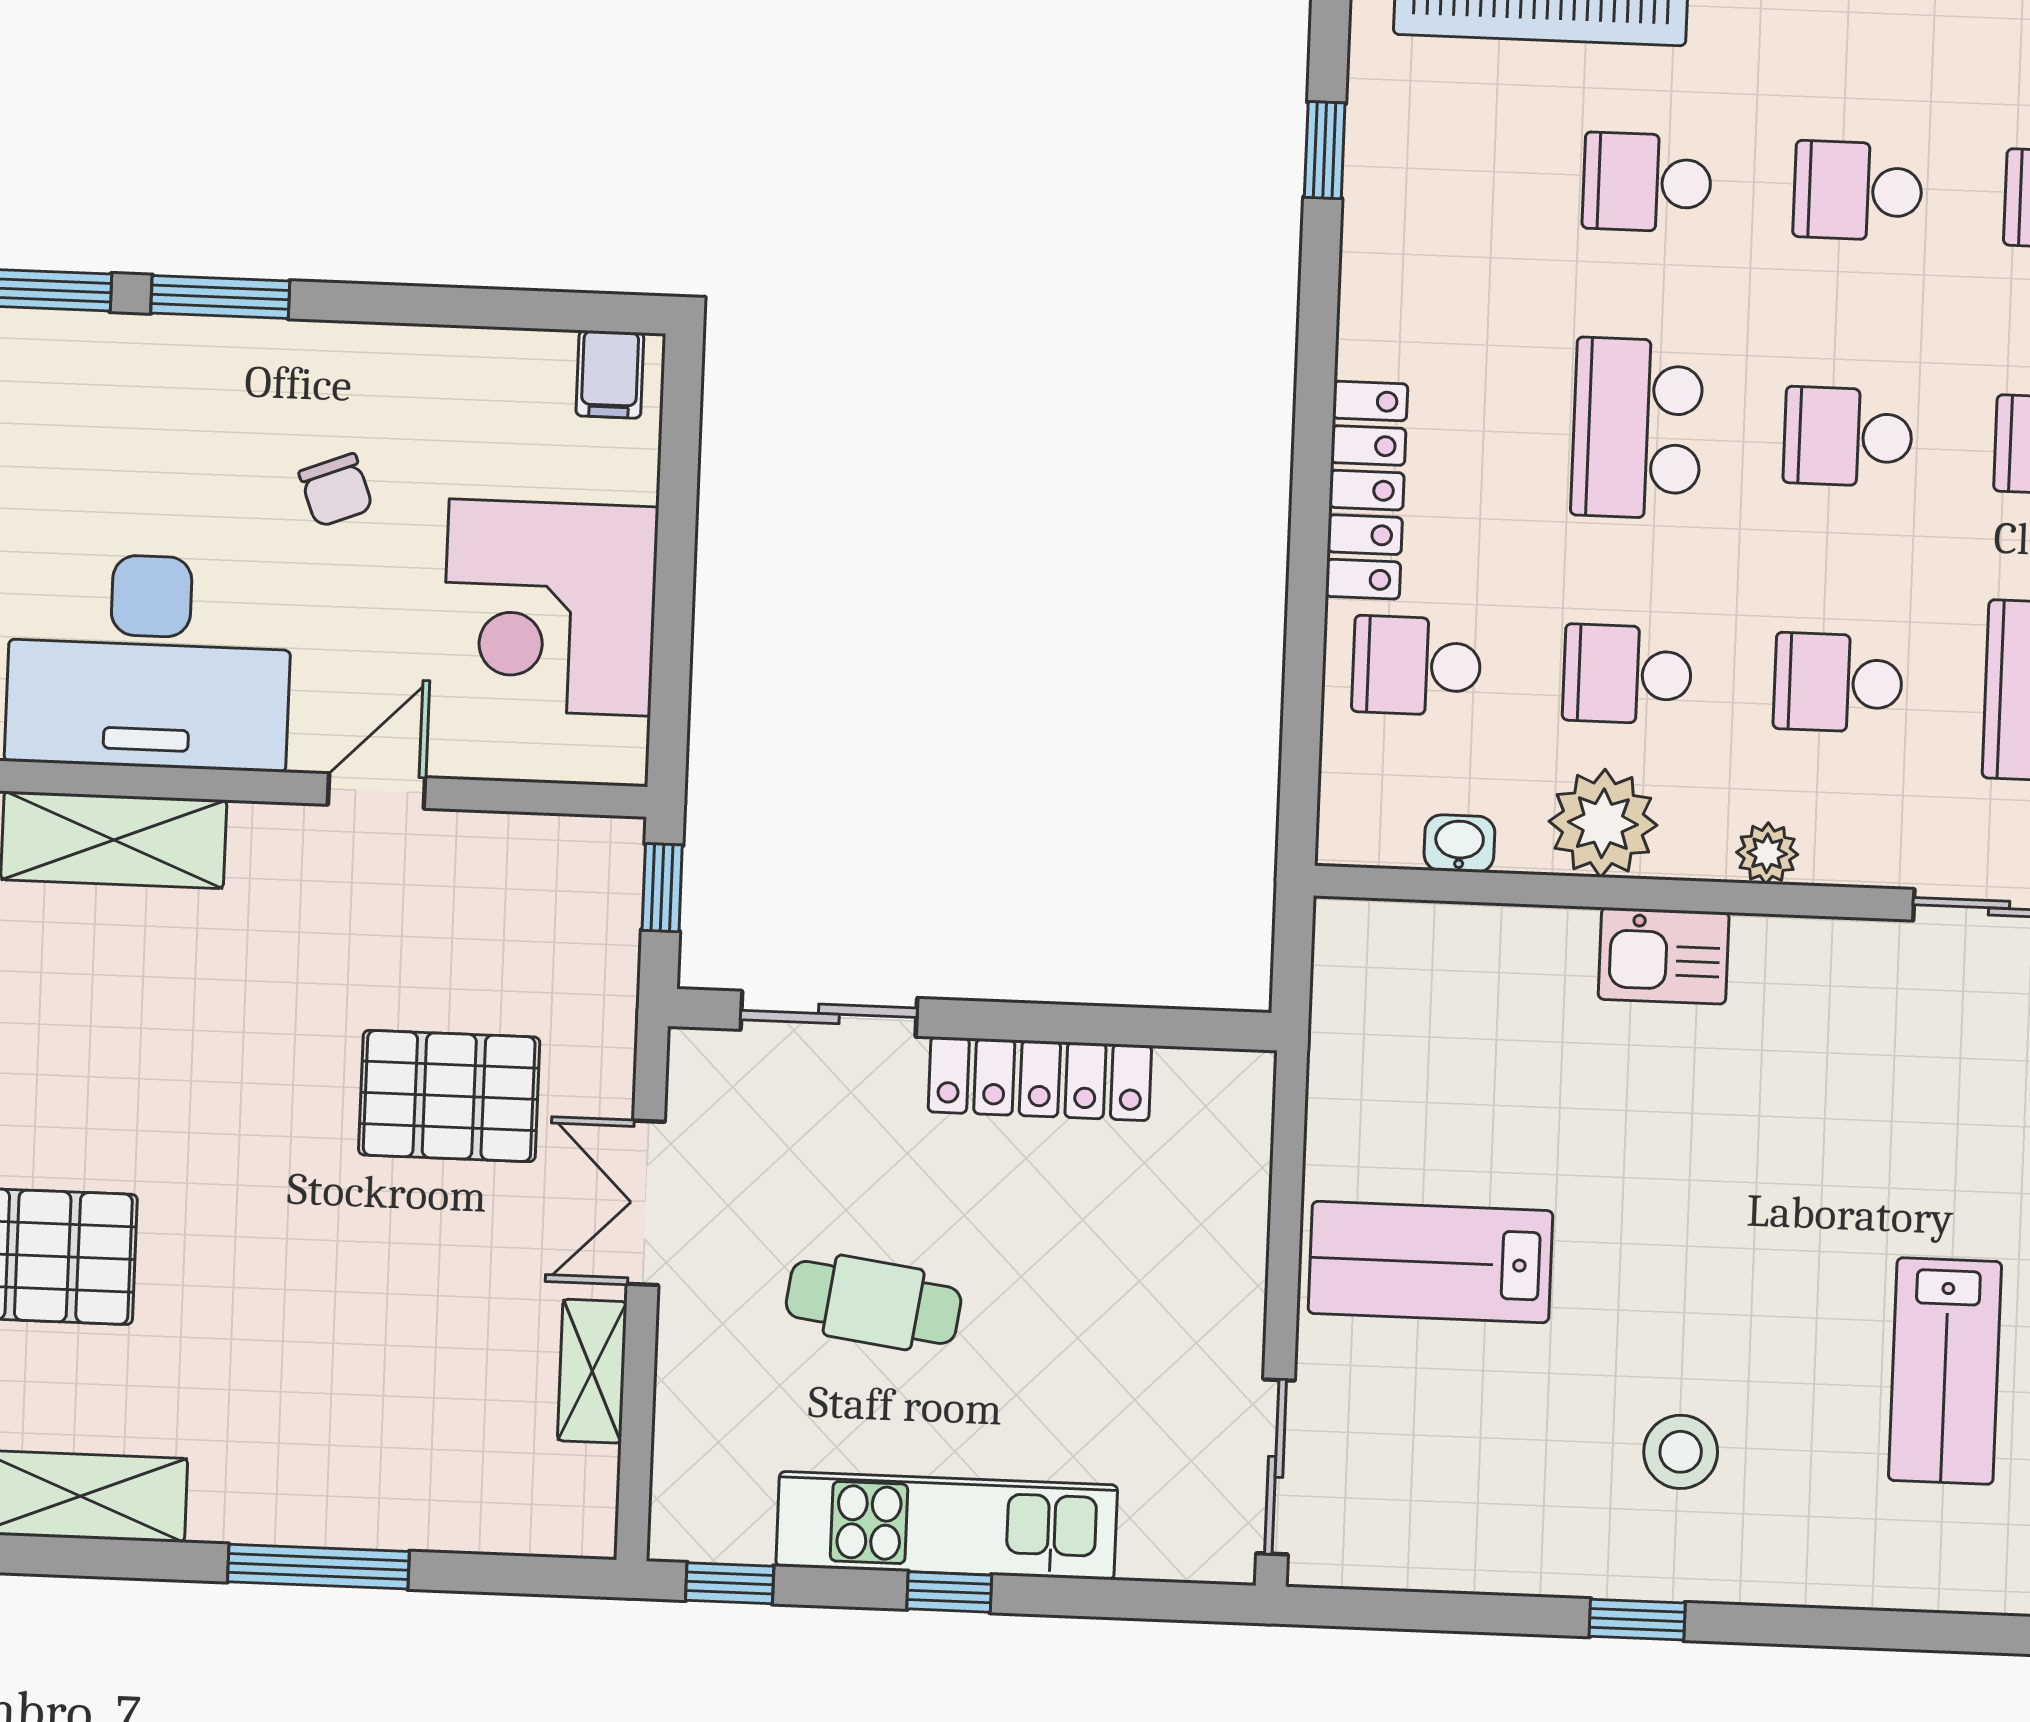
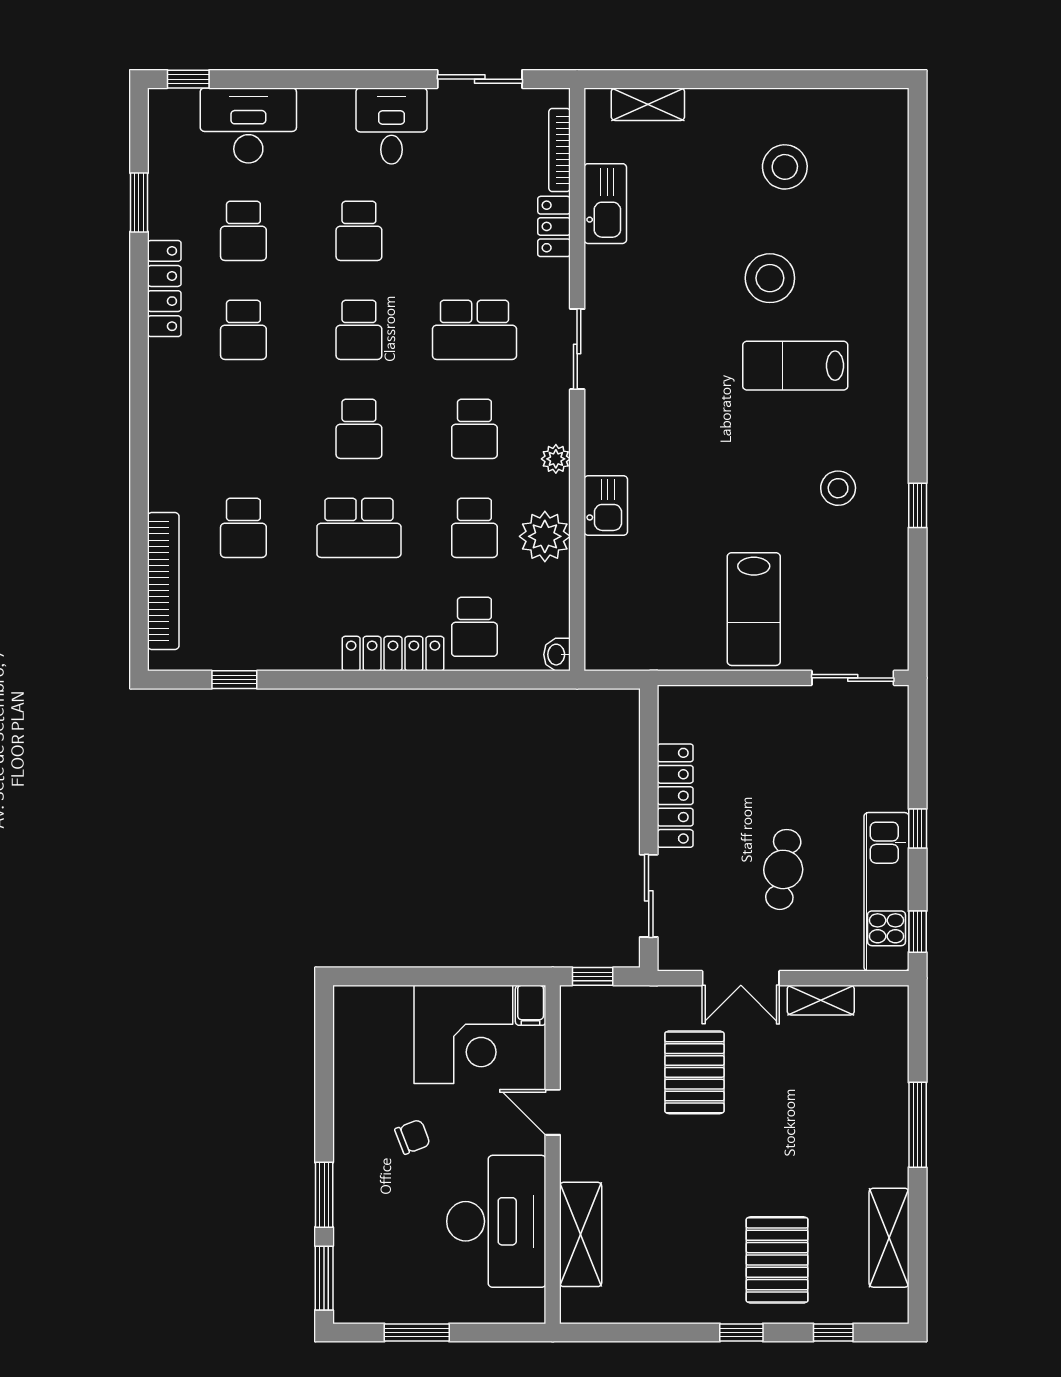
school desk: (1858, 191) -> (243, 429), removed
filing cabinet: (610, 374) -> (531, 1005), moved, turned 90
washbasin: (1459, 843) -> (557, 655), moved
lab bench: (1945, 1371) -> (795, 366), turned 180
kitchen unit: (947, 1526) -> (886, 892), moved

